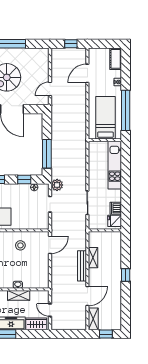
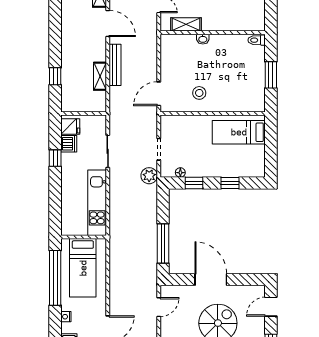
window: (47, 154) -> (163, 244), moved
kitchen unit: (115, 165) -> (97, 203), moved, turned 180
window: (126, 198) -> (55, 158), added
window: (126, 275) -> (55, 76), moved
shelving: (19, 295) -> (186, 24), moved
door: (87, 296) -> (108, 24), swing flipped

